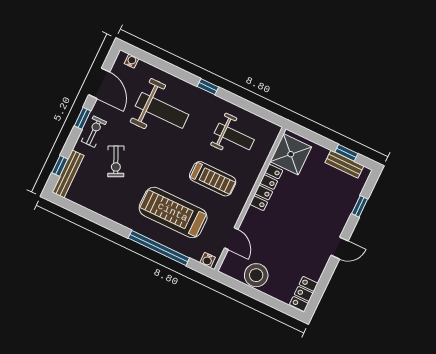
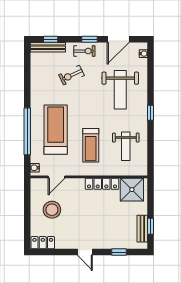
stool: (256, 275) -> (52, 210), moved

